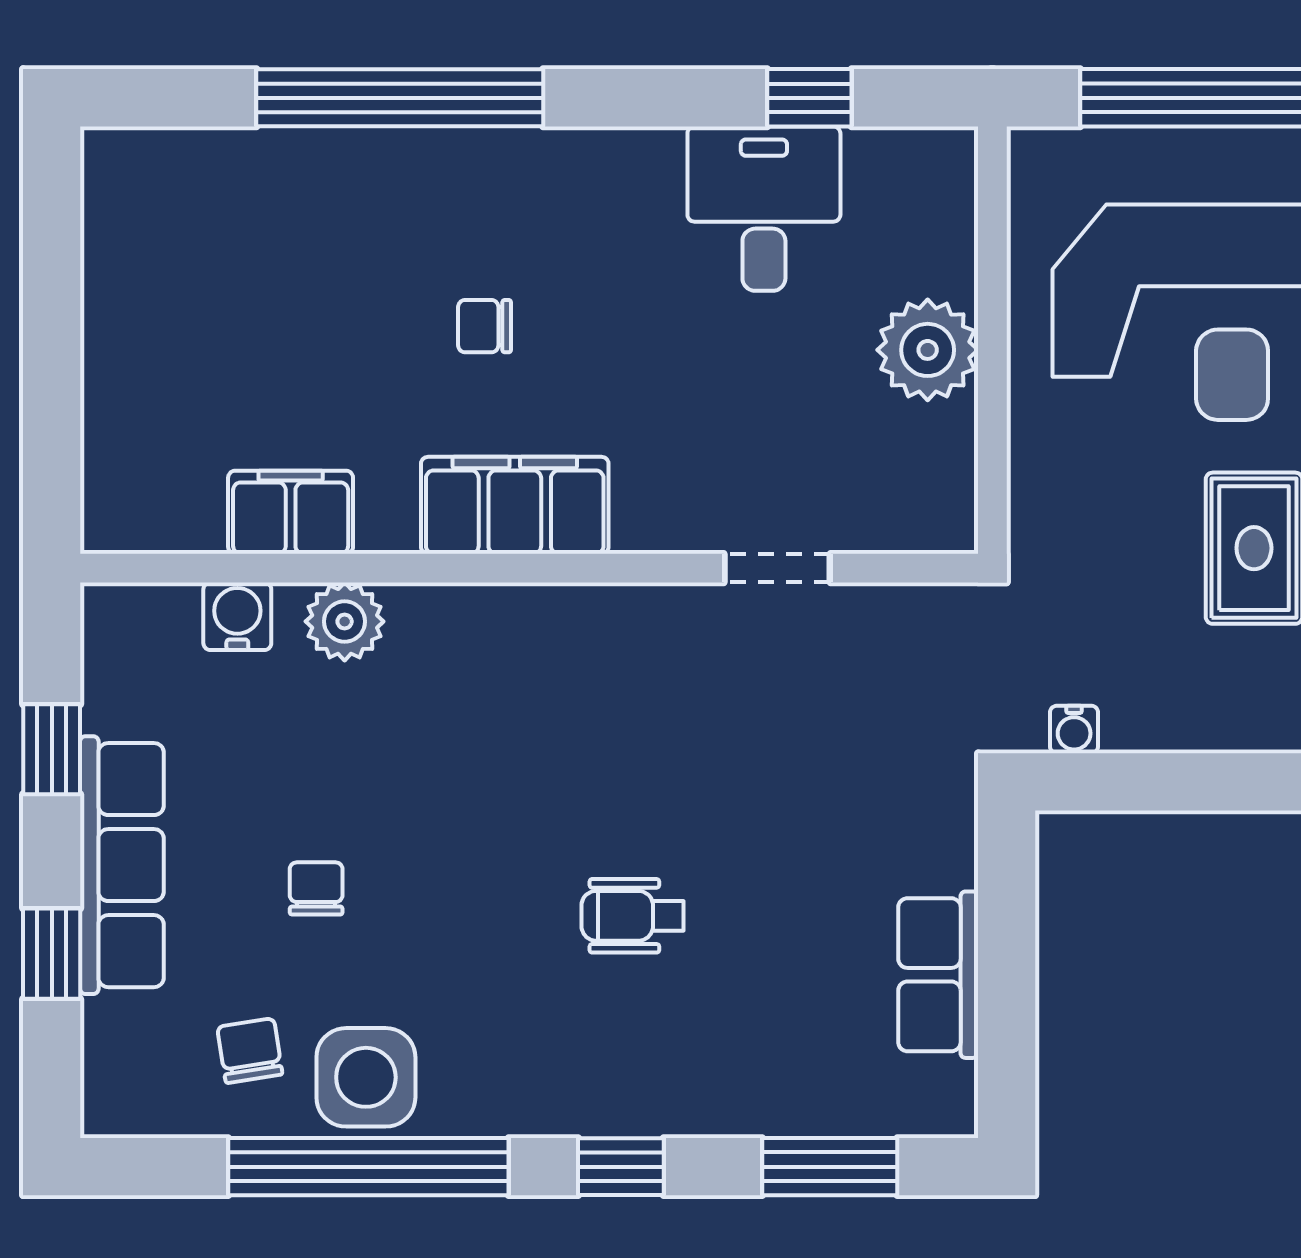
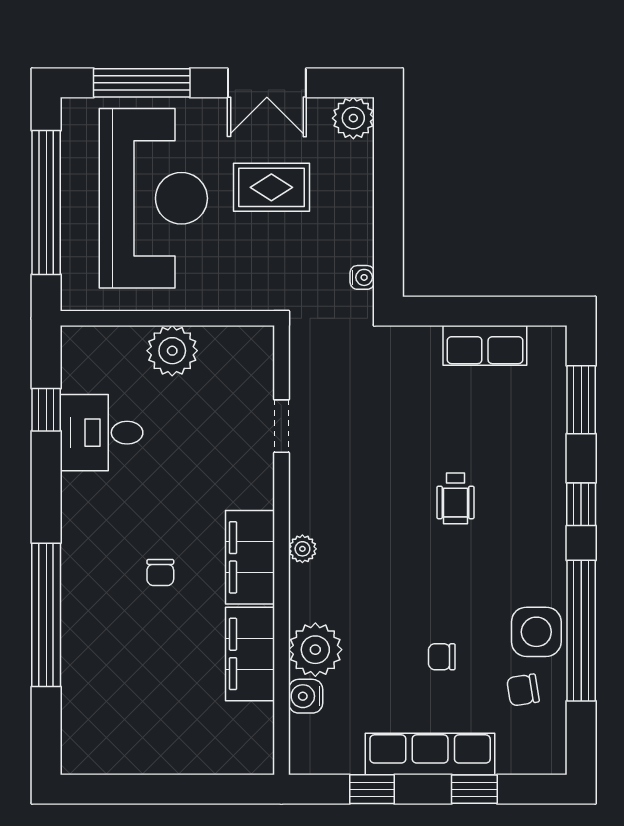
filing cabinet: (291, 512) -> (250, 654), width x1.50, depth x1.17
plant: (532, 610) -> (302, 549), added
plant: (345, 621) -> (315, 650), width x1.36, depth x1.36

